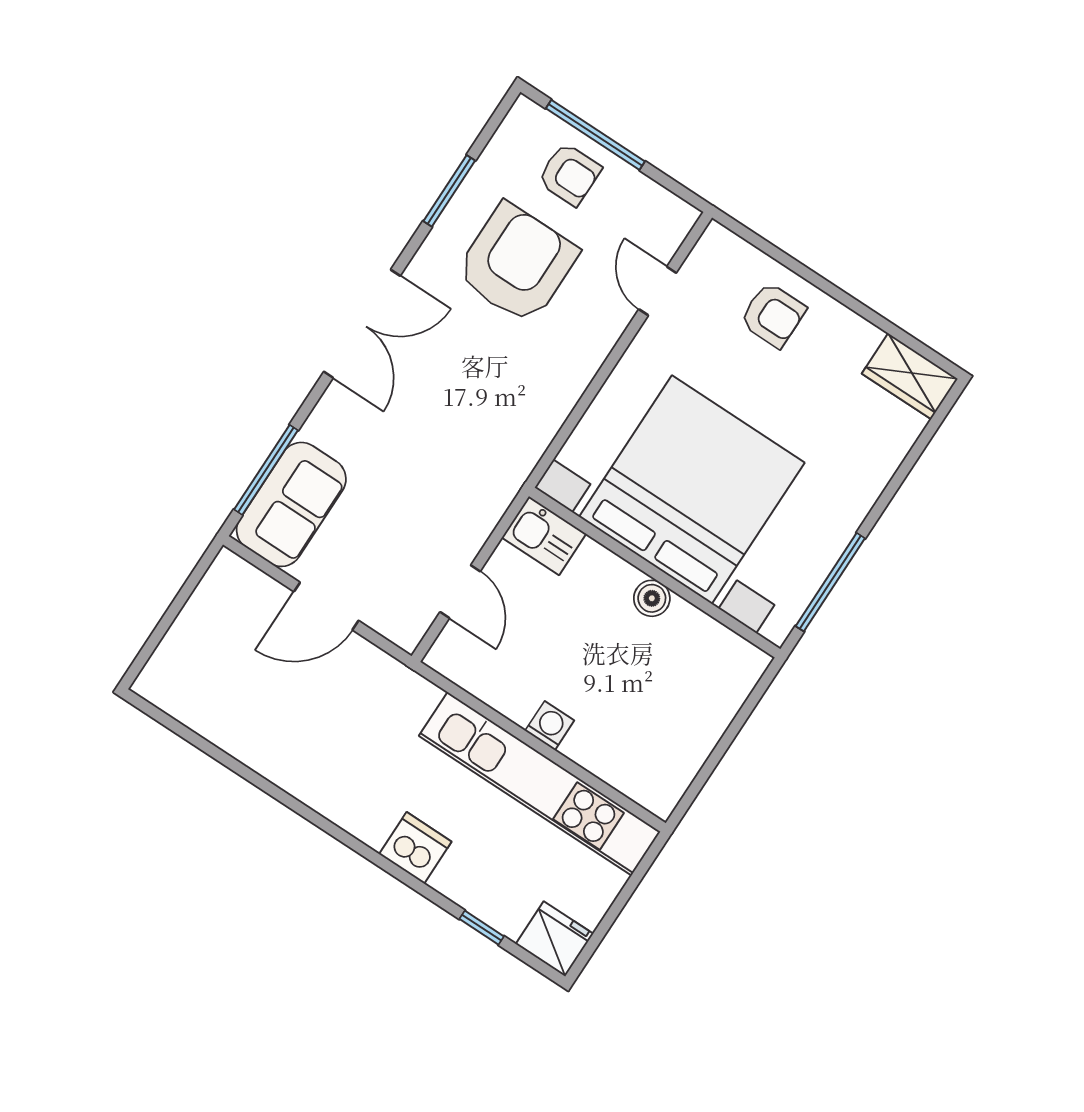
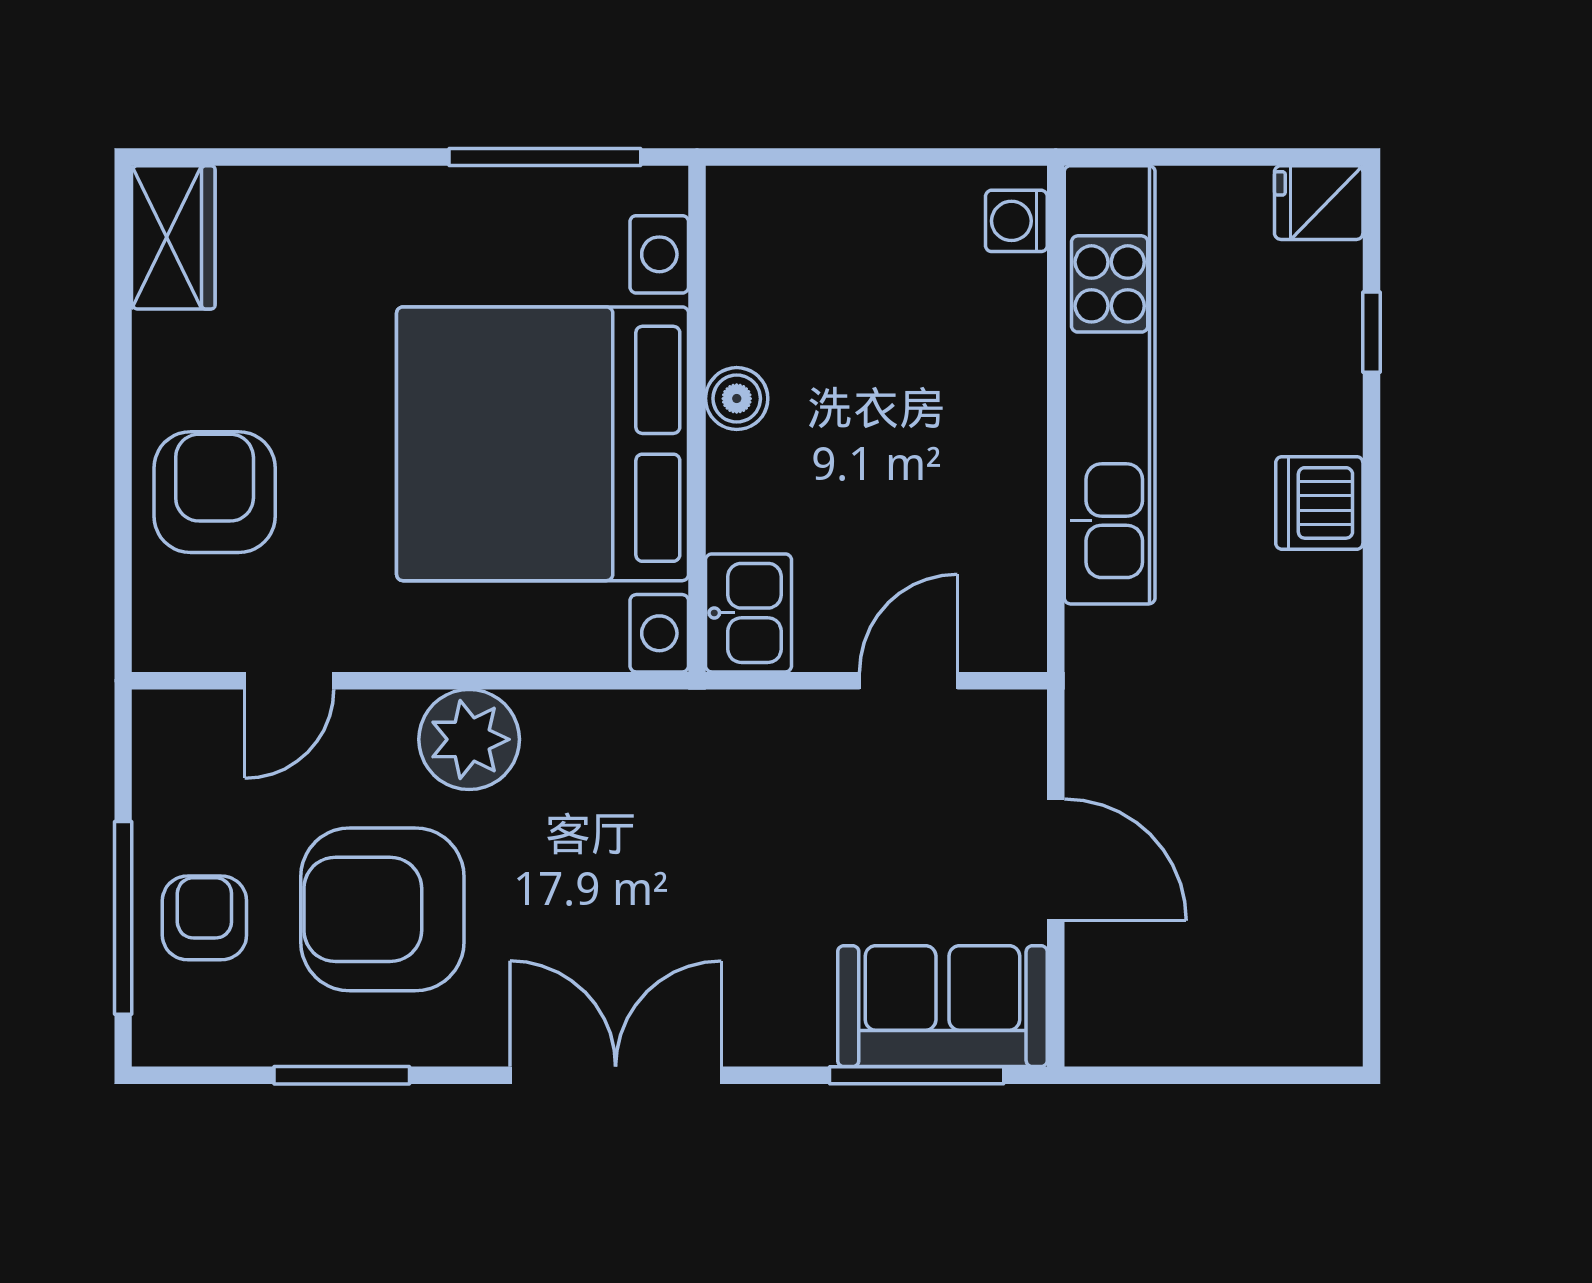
armchair: (773, 315) -> (215, 492), width x1.38, depth x1.38
plant: (572, 360) -> (469, 739), added
washing machine: (550, 726) -> (1016, 221), moved
fridge: (554, 939) -> (1319, 203), width x0.72

